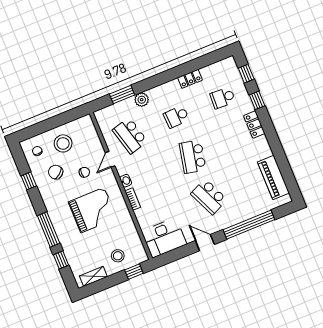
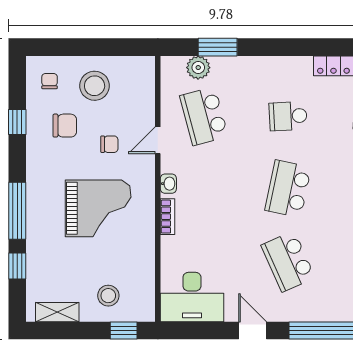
plant: (142, 100) -> (198, 68), moved
chair: (56, 172) -> (65, 126), turned 128

